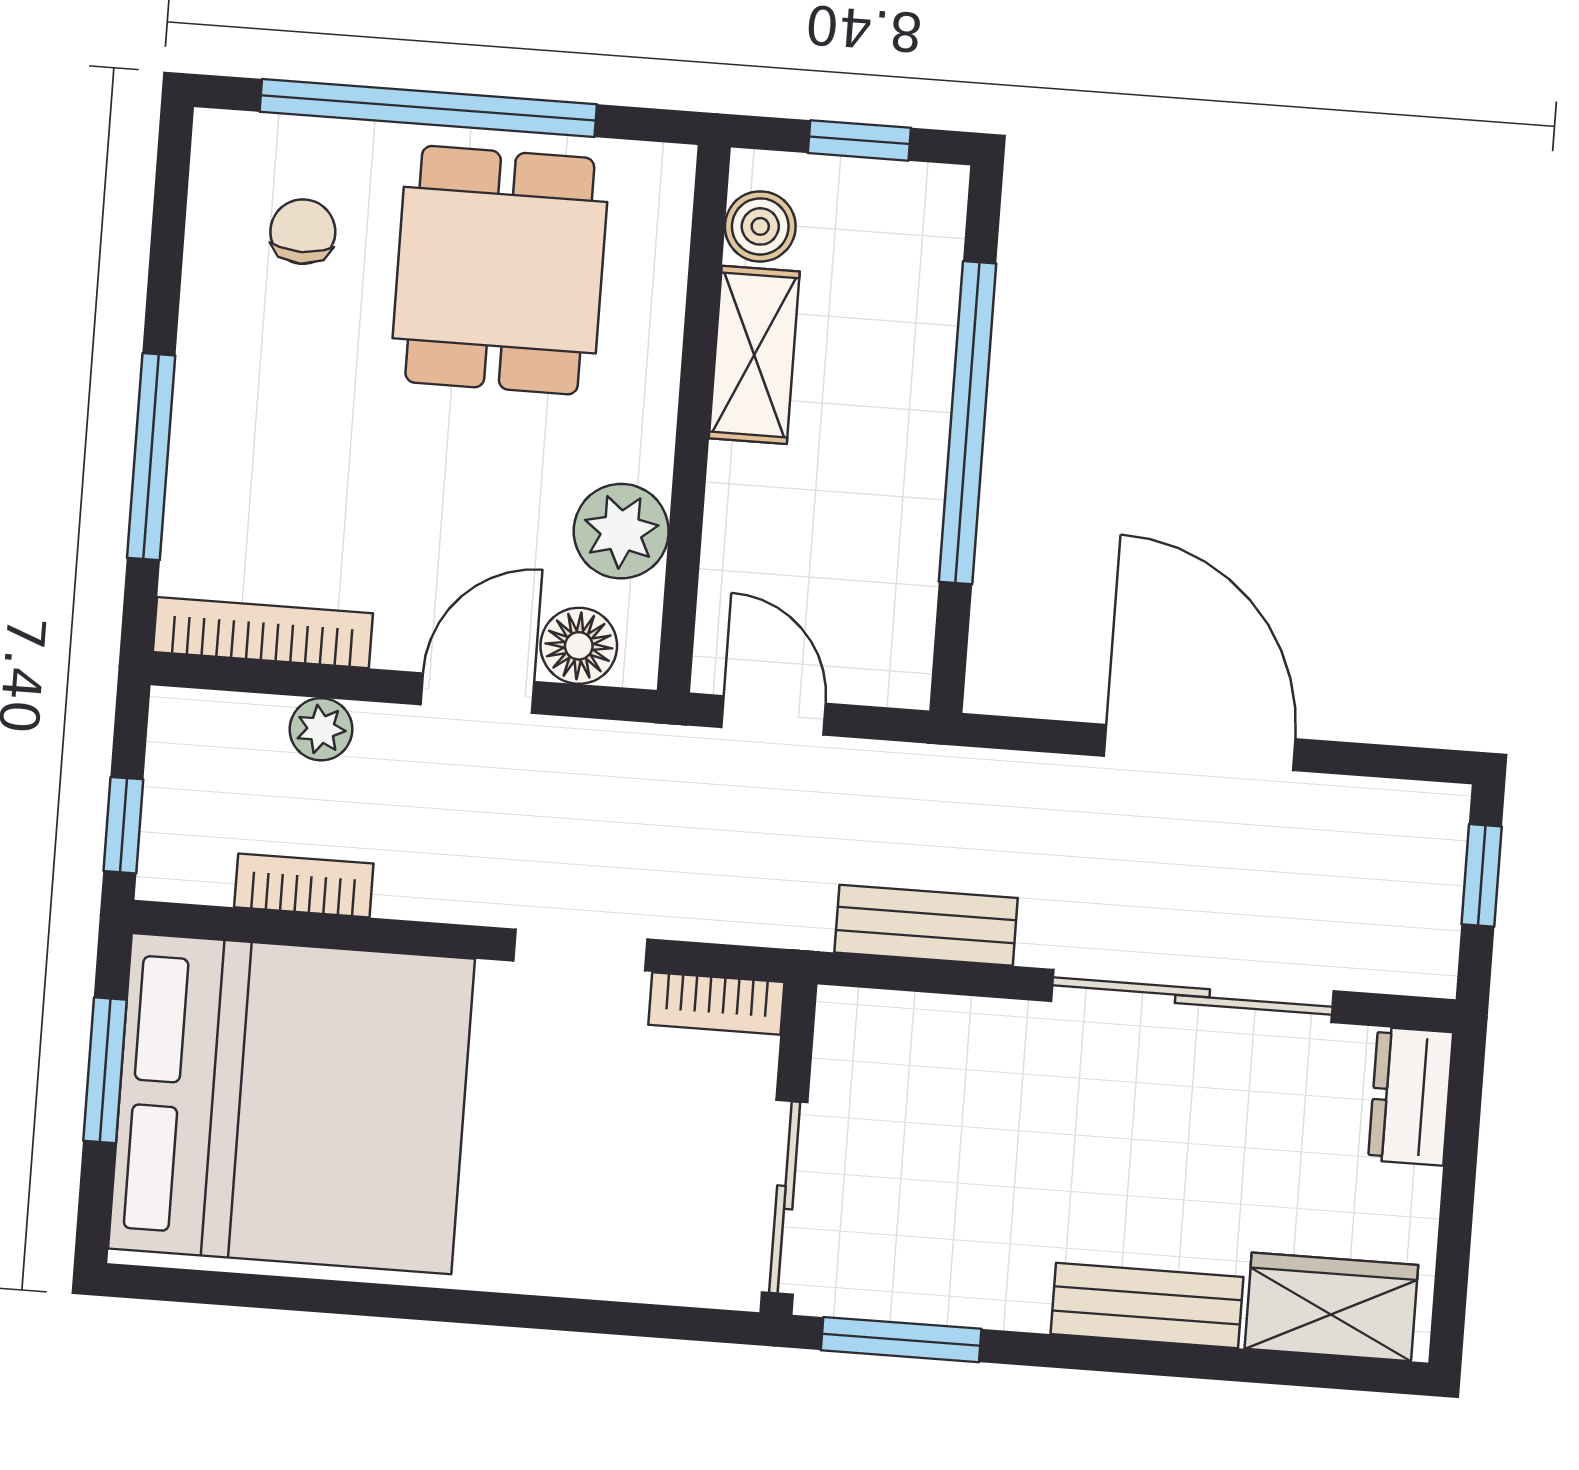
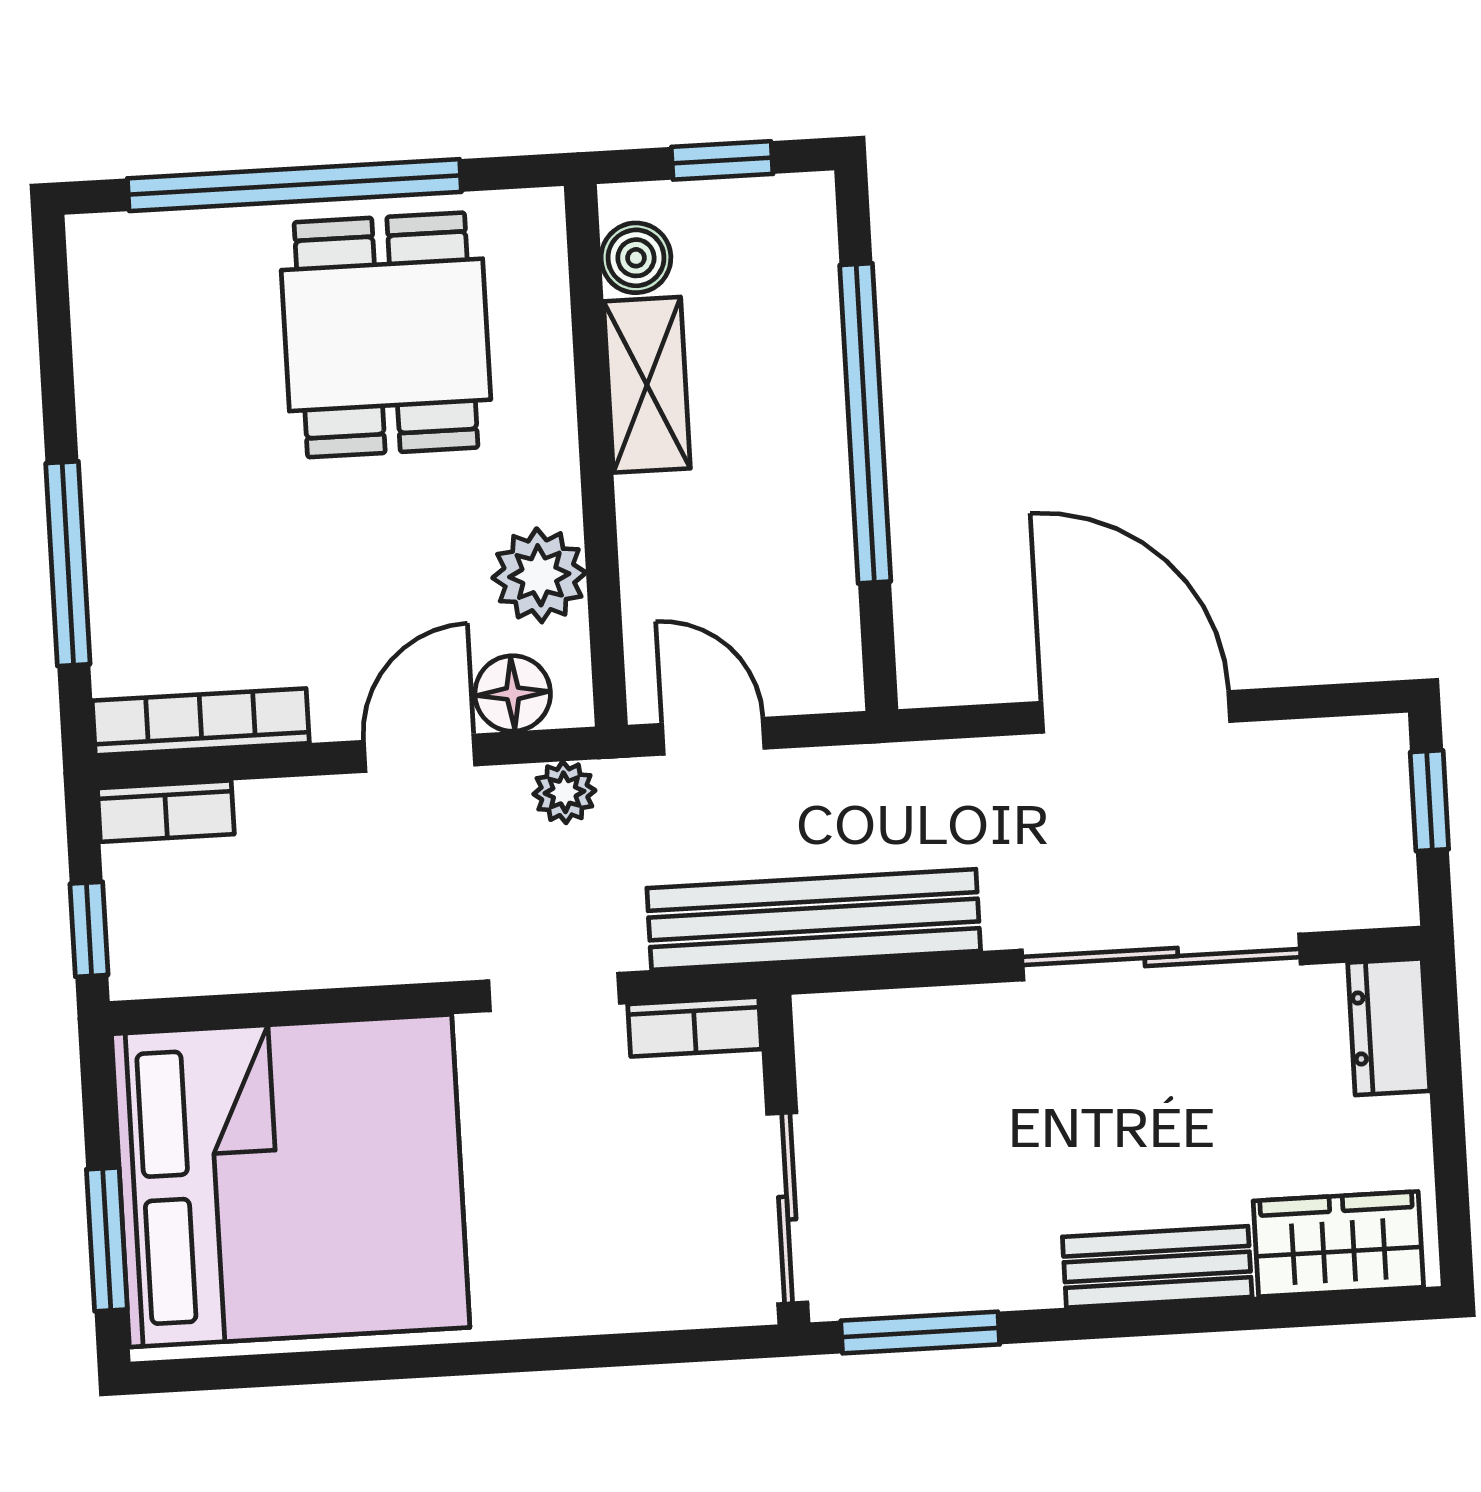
chair: (303, 232) -> (187, 323), removed
plant: (321, 729) -> (564, 792), moved
bookcase: (304, 885) -> (166, 811), moved, turned 180
bench: (926, 925) -> (814, 920), width x1.86, depth x1.21
window: (105, 1070) -> (107, 1239), moved

